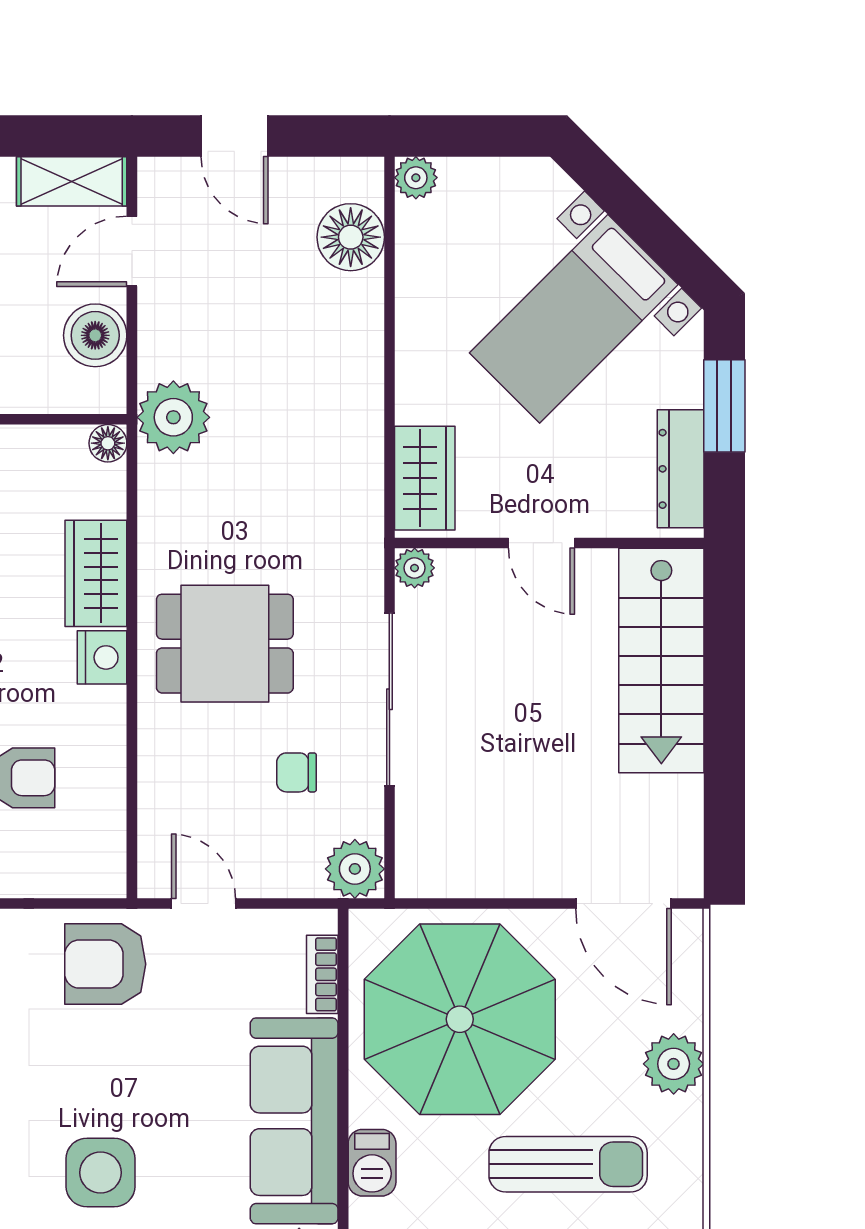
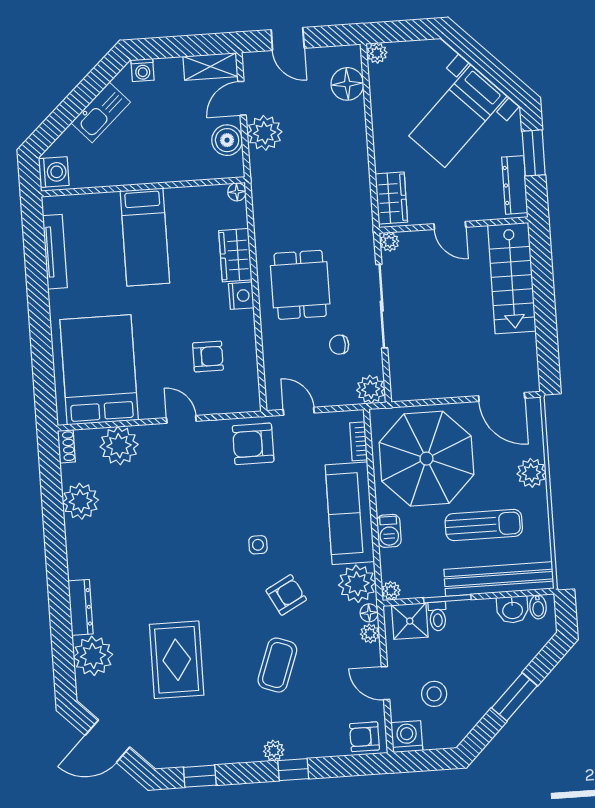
plant: (173, 417) -> (265, 133), moved
dining table: (225, 644) -> (300, 285), turned 90
side table: (101, 1173) -> (258, 545), width x0.54, depth x0.54

